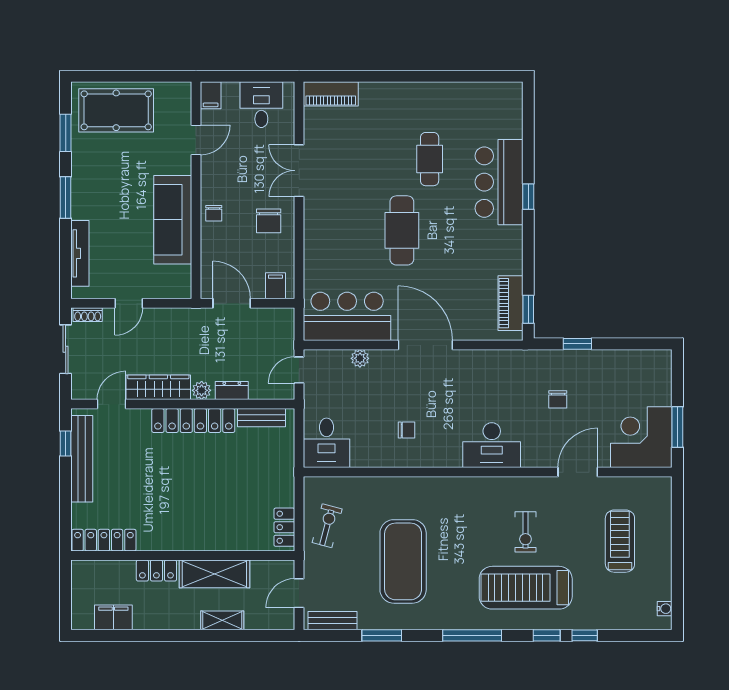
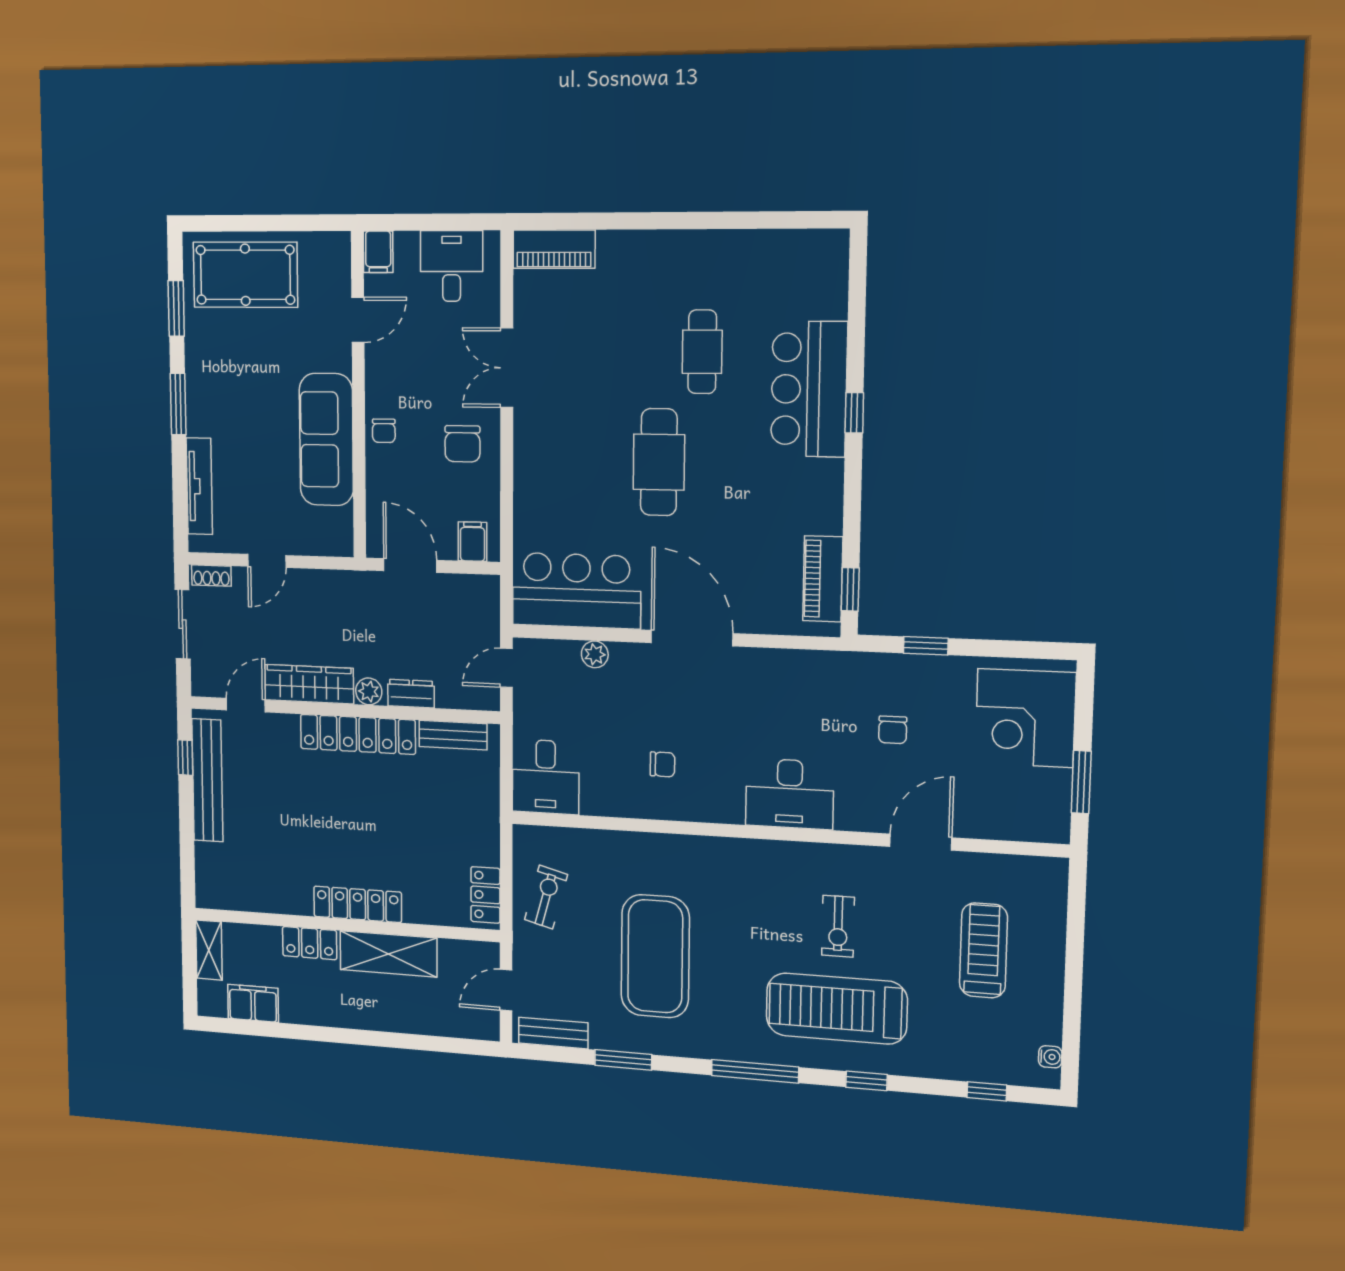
corner desk: (641, 437) -> (1025, 718), moved, turned -90
locker: (104, 540) -> (358, 904), moved
shelving: (222, 620) -> (209, 950), moved, turned 90
window: (585, 635) -> (987, 1091), moved

